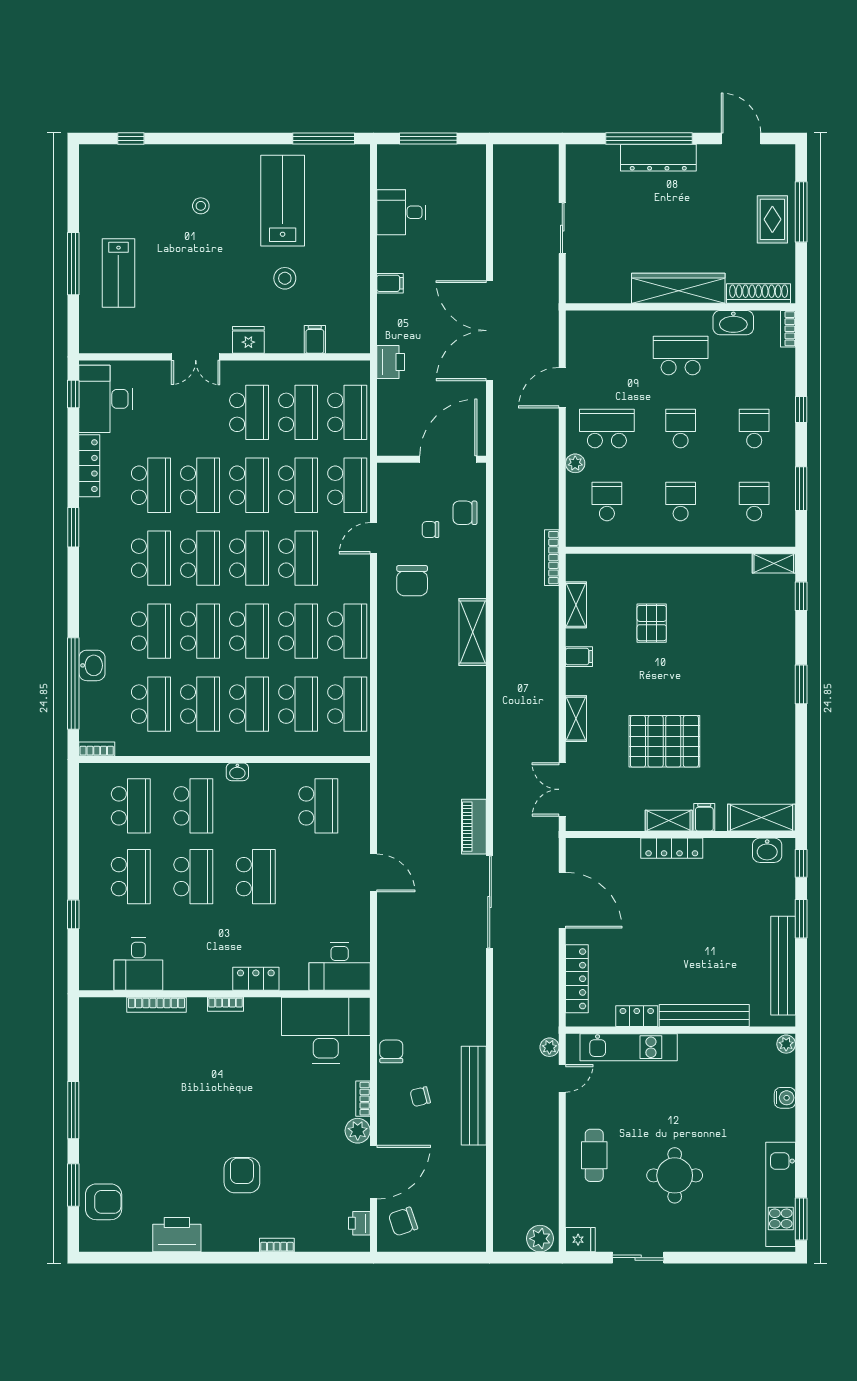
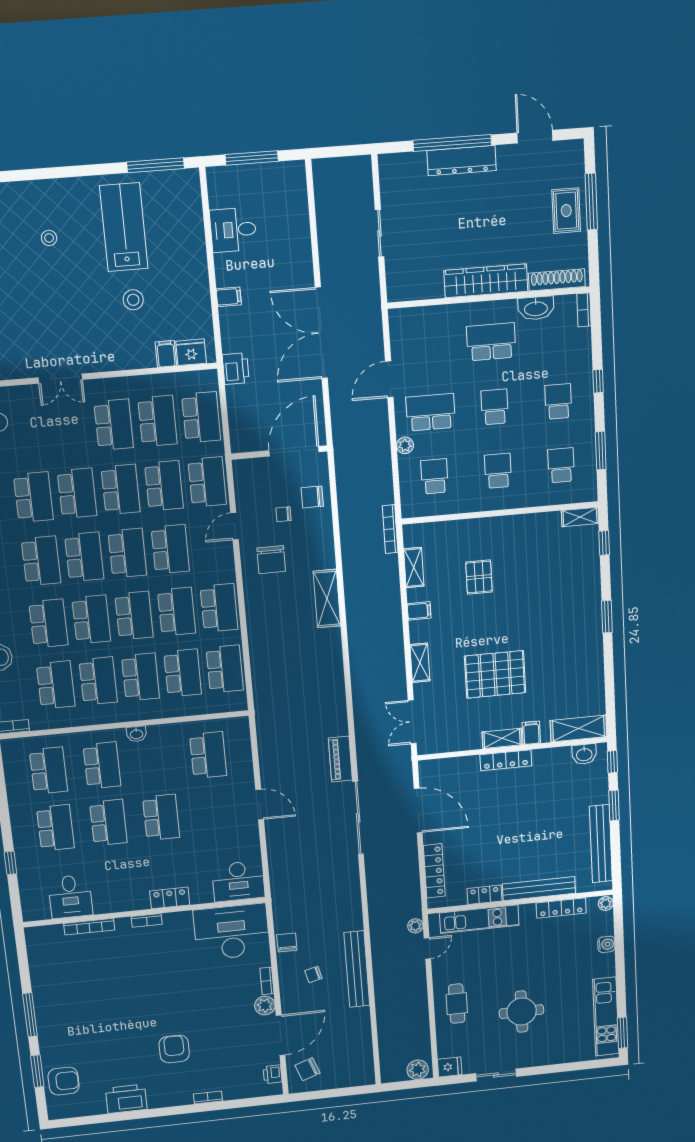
fridge: (248, 340) -> (191, 352), moved
locker: (731, 1044) -> (561, 908), added

